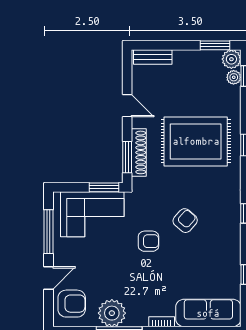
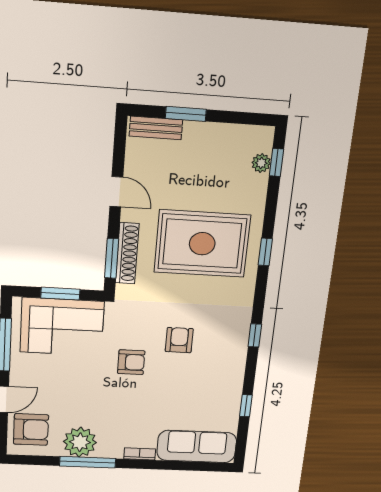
window: (215, 45) -> (186, 114), moved
plant: (231, 59) -> (261, 138), removed
window: (104, 187) -> (60, 294), moved
armchair: (185, 221) -> (179, 340), turned -41

